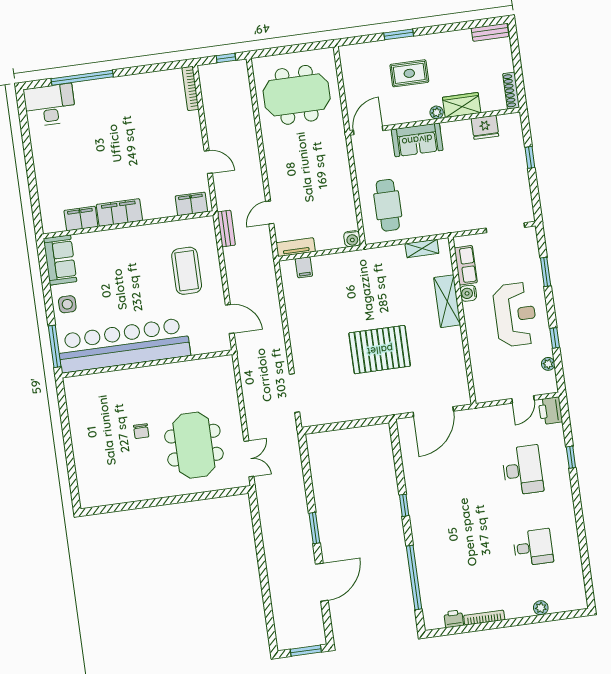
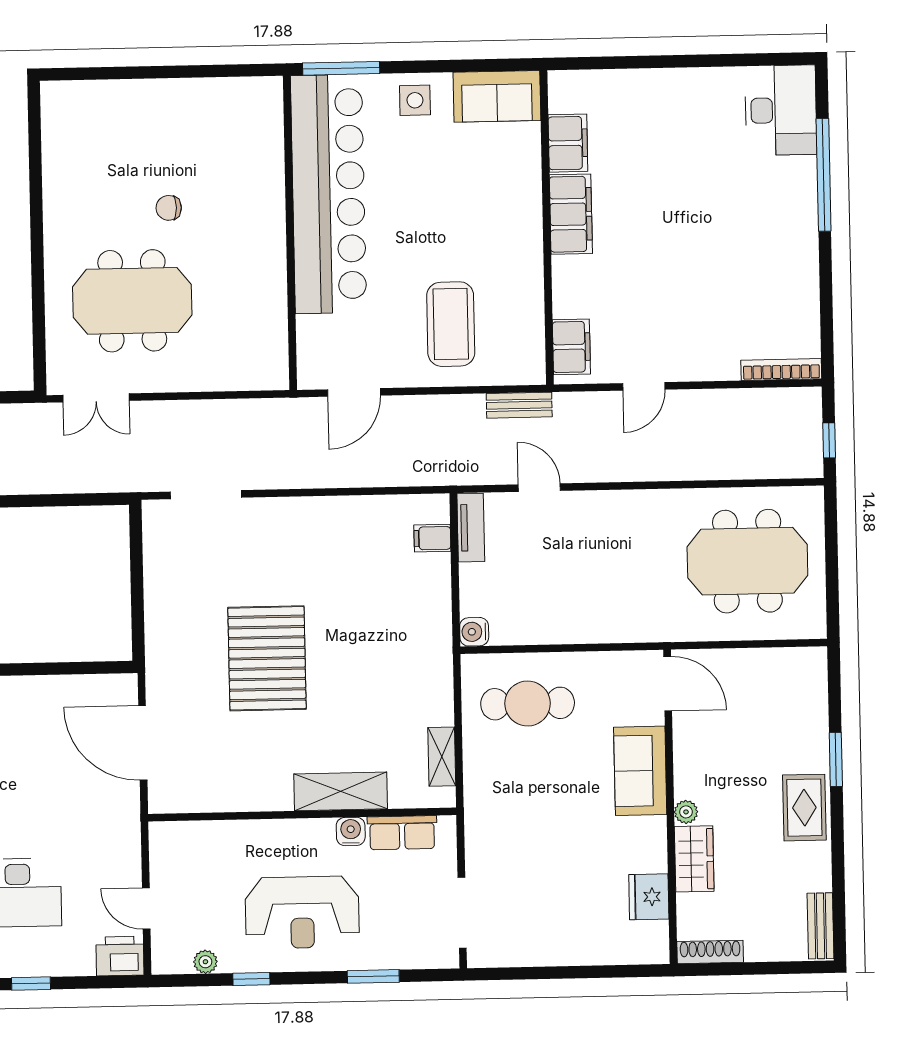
rug: (409, 73) -> (804, 808), moved
meeting table: (297, 95) -> (747, 561), turned 90
window: (530, 157) -> (585, 972), removed
coffee table: (187, 271) -> (451, 324), turned 90

